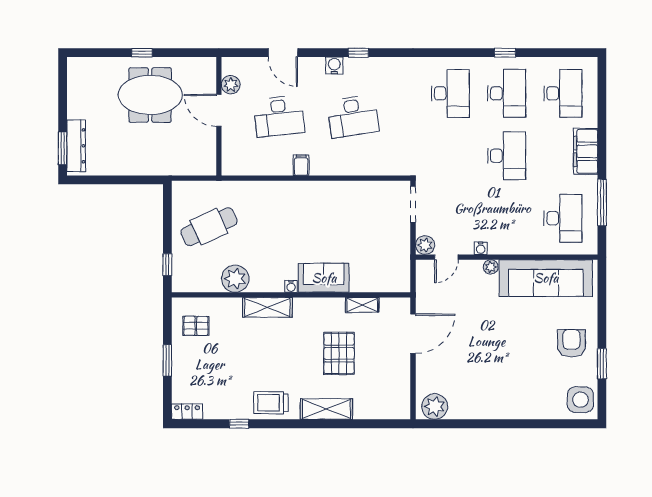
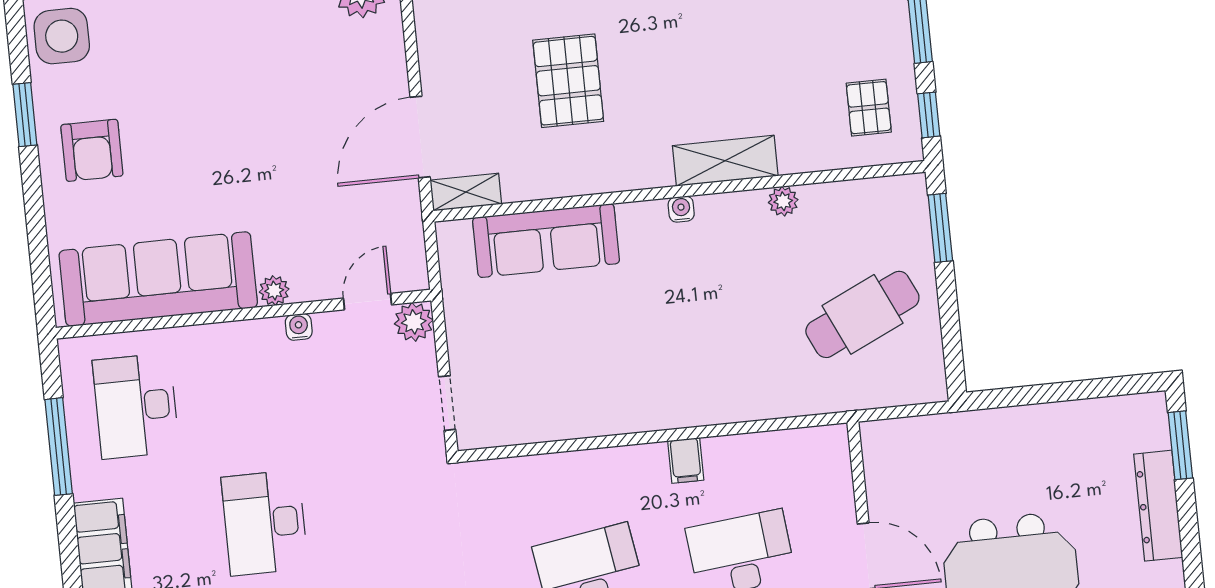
dresser: (76, 146) -> (1158, 506), moved
doorway: (413, 204) -> (447, 403), width x0.73
window: (167, 265) -> (940, 228), width x1.50
sofa: (324, 278) -> (546, 241), moved, width x1.36
plant: (235, 279) -> (783, 201), width x0.53, depth x0.53
shelving: (362, 305) -> (466, 192), moved
window: (167, 319) -> (929, 115), added
pallet: (196, 326) -> (869, 108), turned 90

